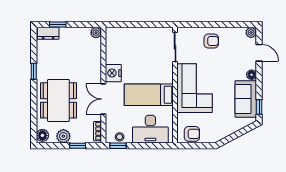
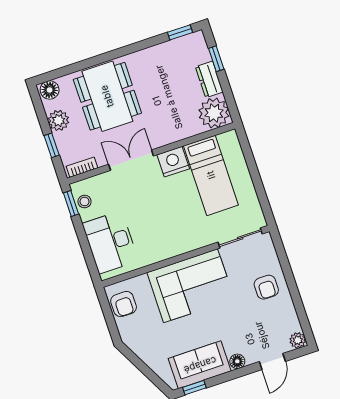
dresser: (48, 33) -> (209, 79), moved
plant: (96, 33) -> (214, 113), width x1.87, depth x1.87
window: (34, 71) -> (180, 32), moved
bed: (149, 95) -> (211, 175), moved, turned 180
dining table: (58, 100) -> (107, 96), turned 90

